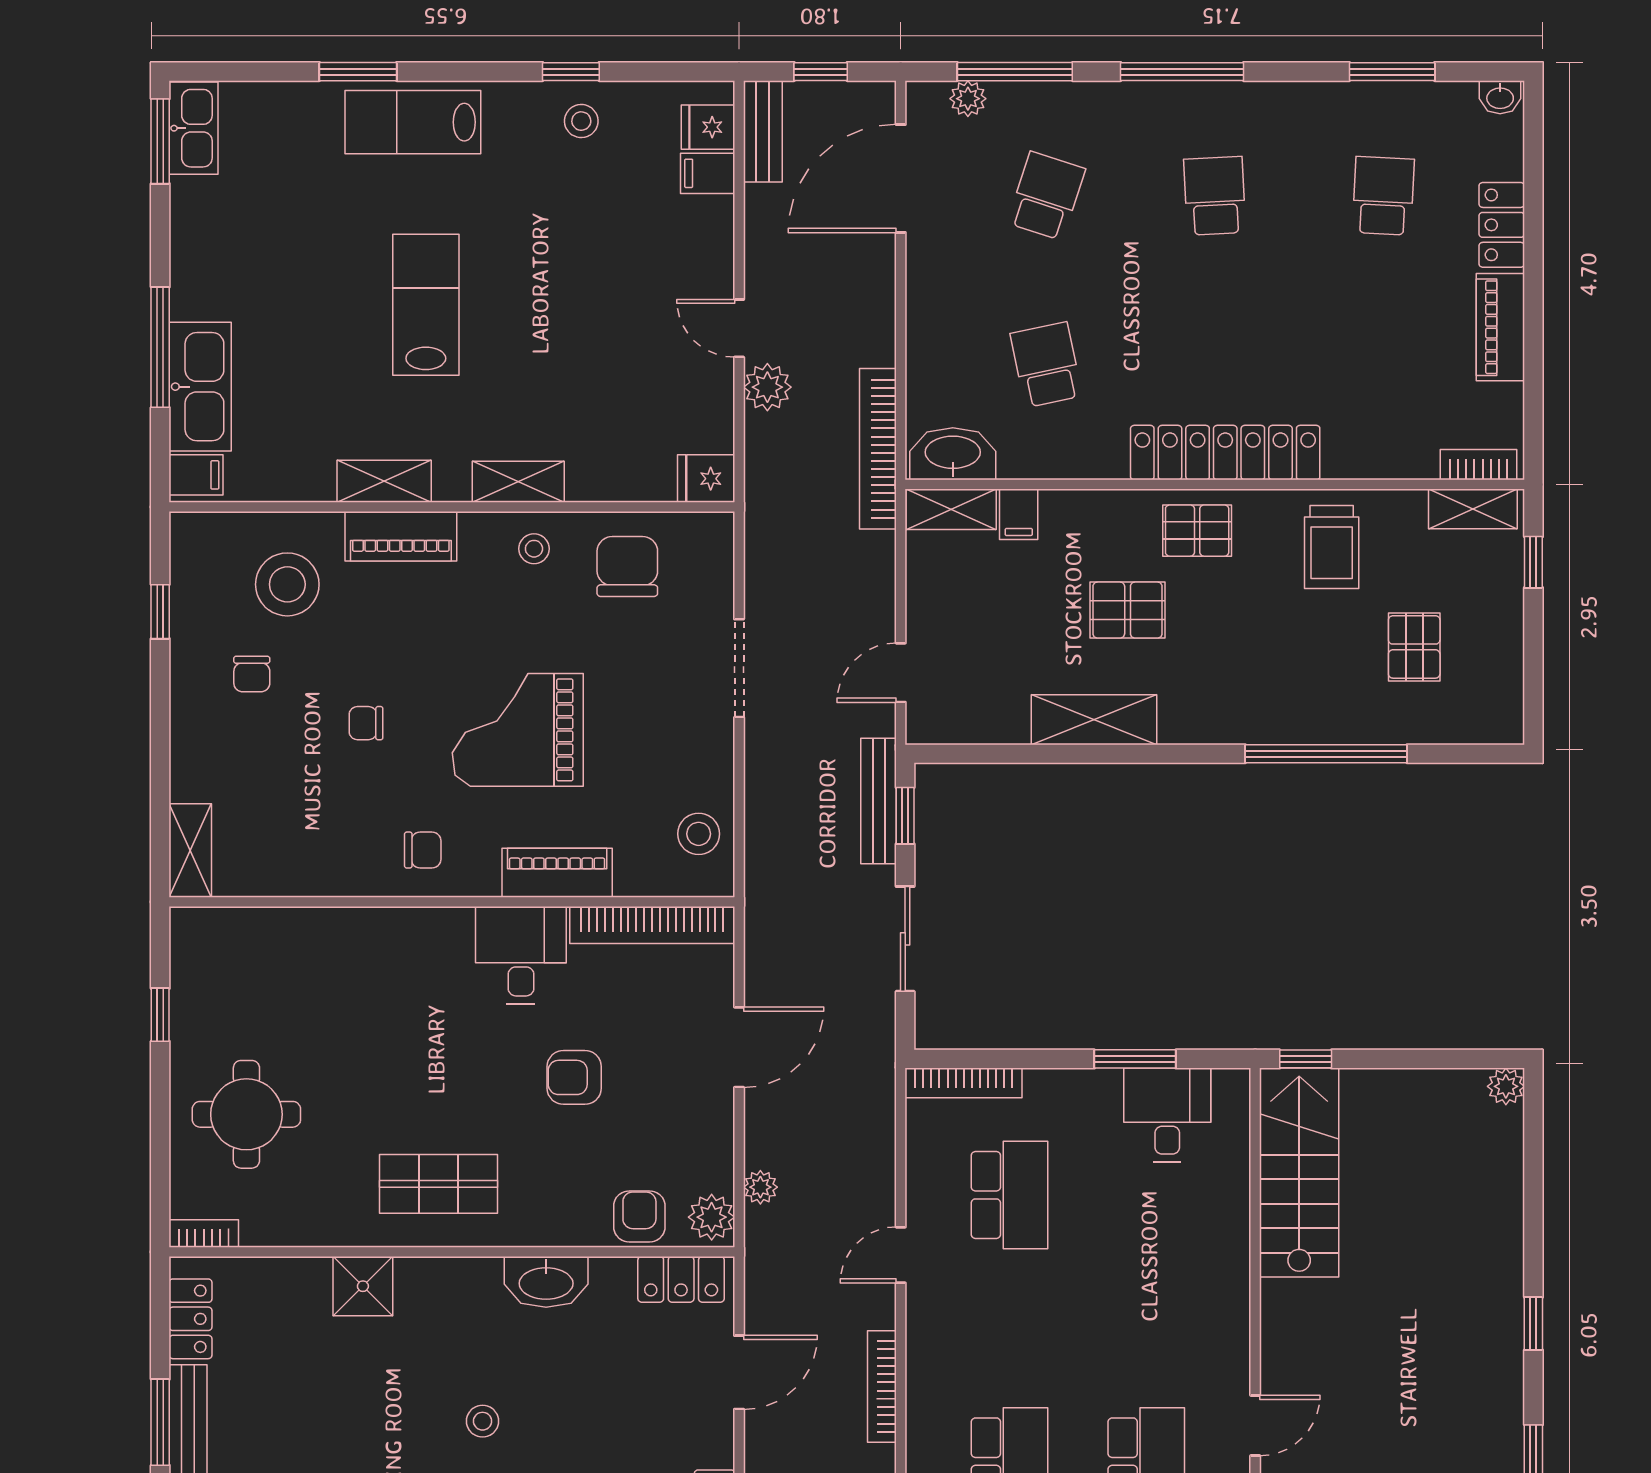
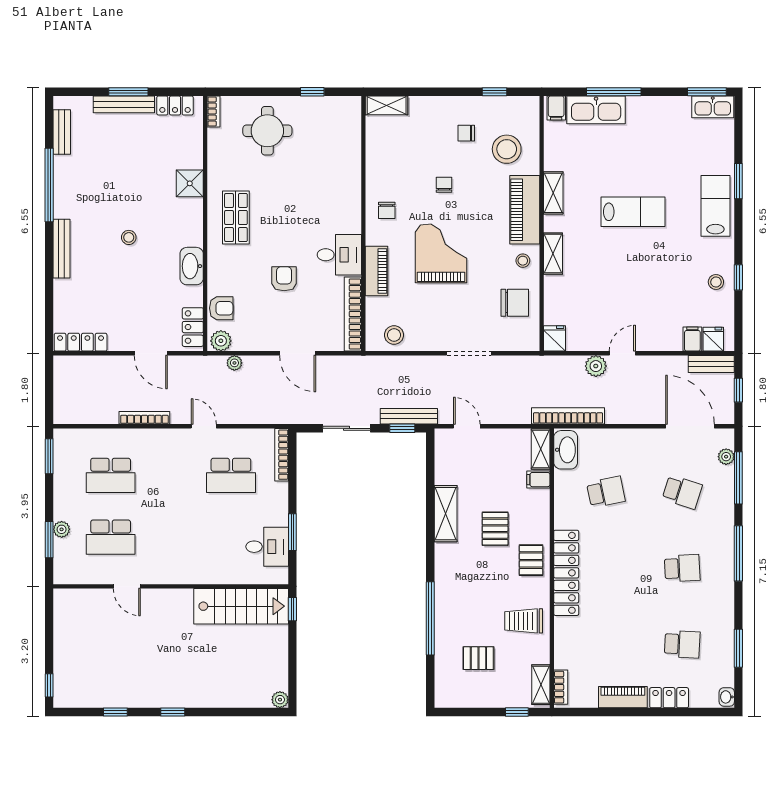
piano: (401, 536) -> (525, 210), width x1.37, depth x1.33

